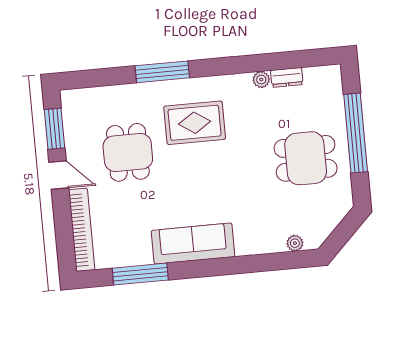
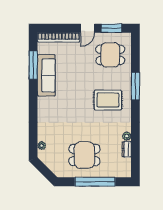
rug: (195, 123) -> (108, 100), turned 90
dining table: (128, 152) -> (110, 55), moved
dining table: (306, 158) -> (84, 155), turned 90
sofa: (193, 244) -> (46, 75), moved

